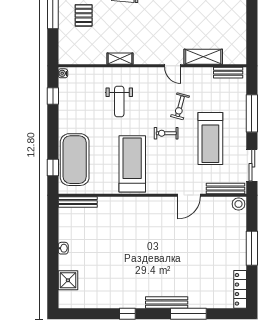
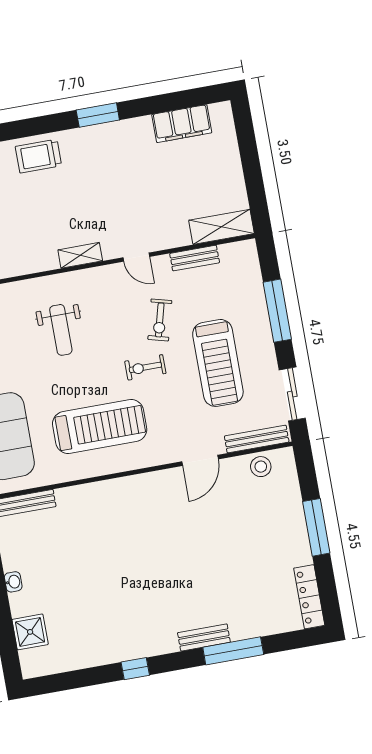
shelving: (203, 57) -> (222, 227), moved
shelving: (120, 59) -> (80, 255), moved
bench: (228, 73) -> (195, 258), moved
treadmill: (132, 164) -> (100, 427), turned 90
stool: (239, 204) -> (261, 467), moved
bench: (167, 302) -> (204, 637), width x0.73

